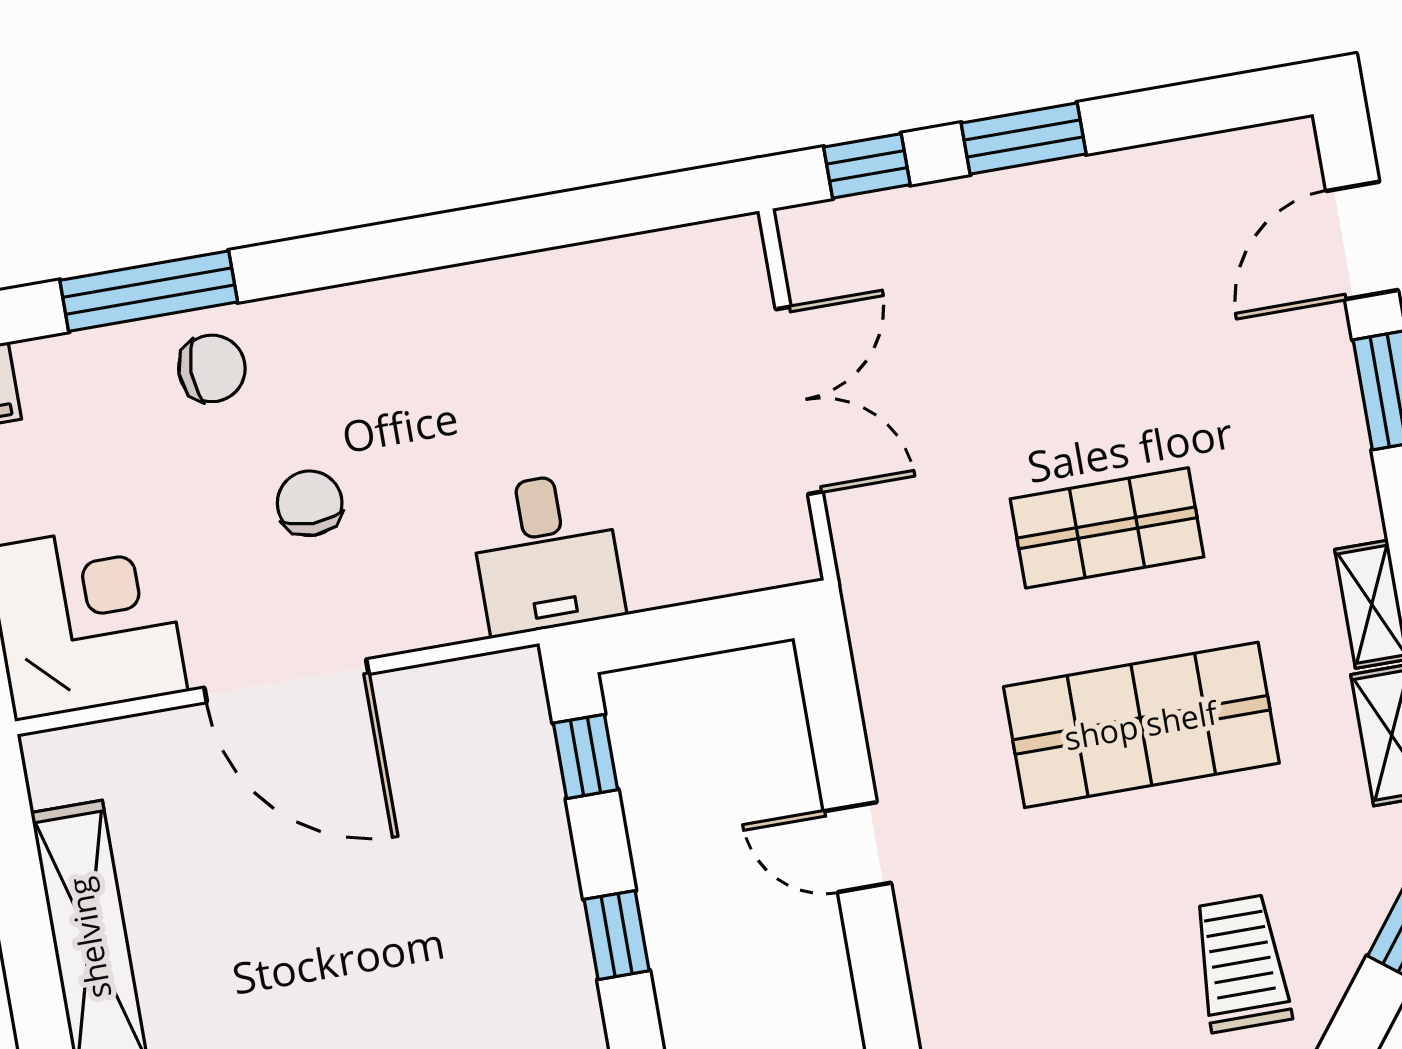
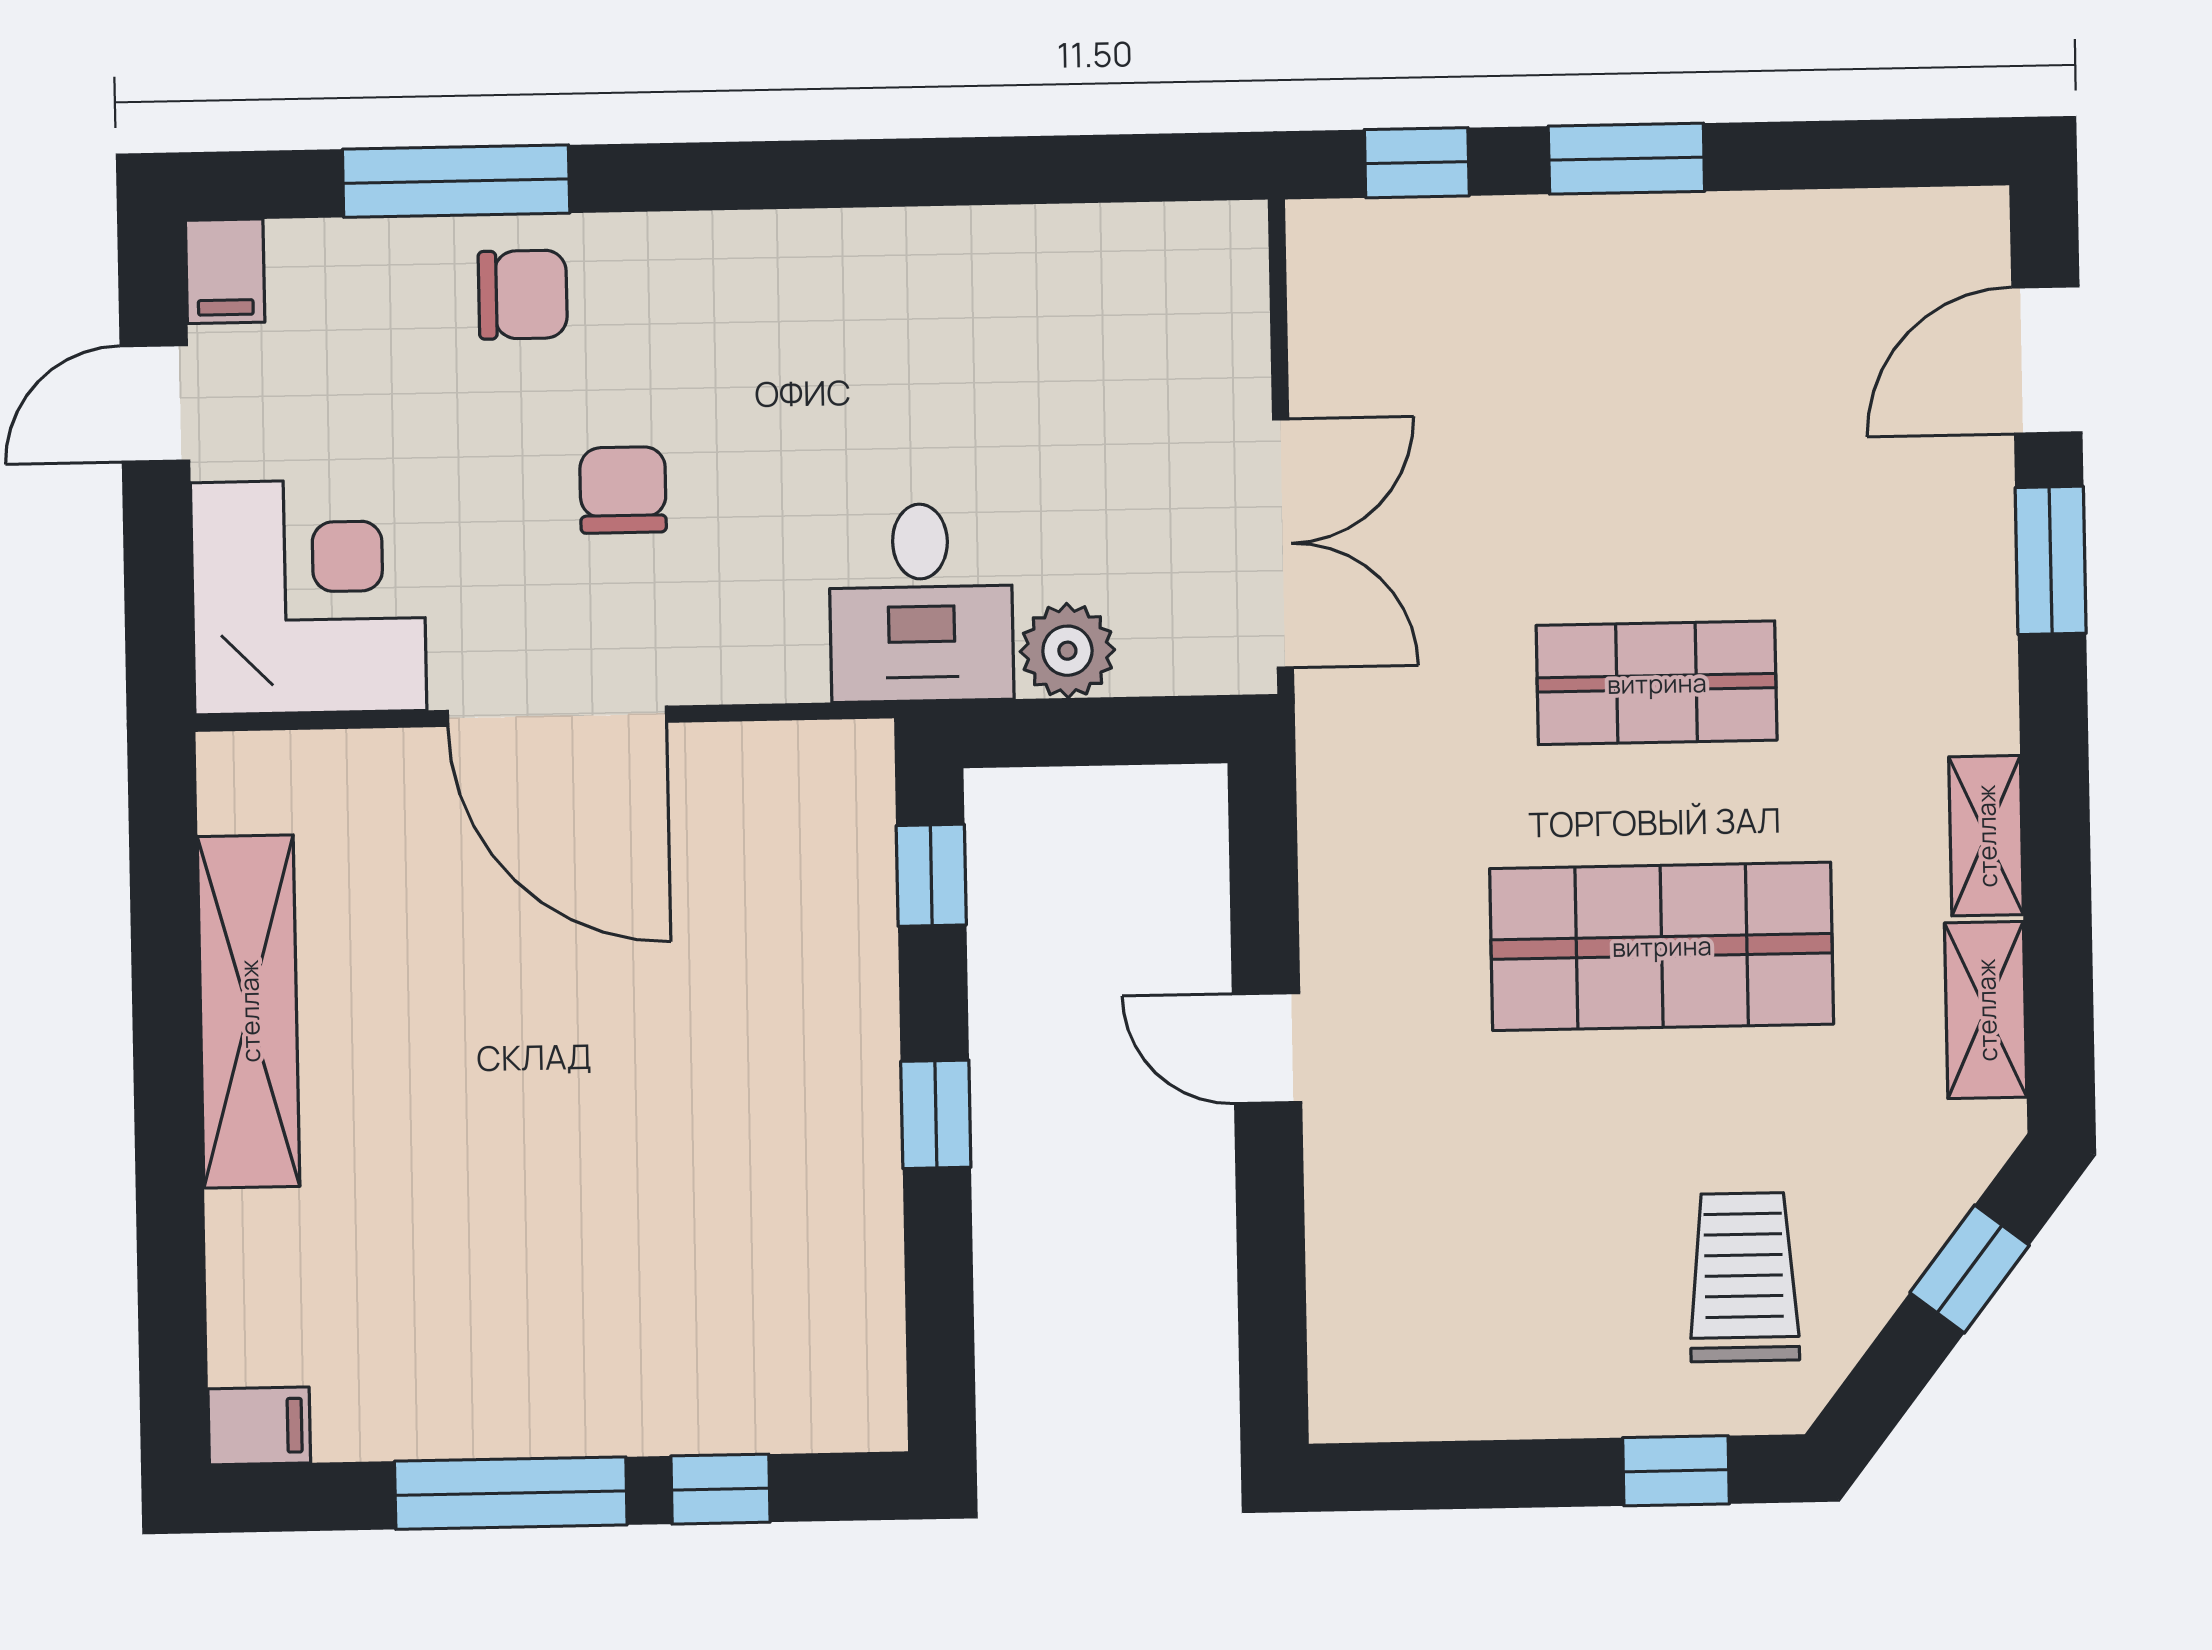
double door: (799, 400) -> (1283, 543), moved
plant: (662, 572) -> (1067, 651), added

